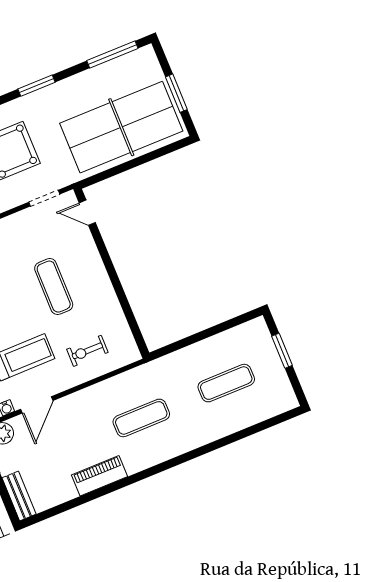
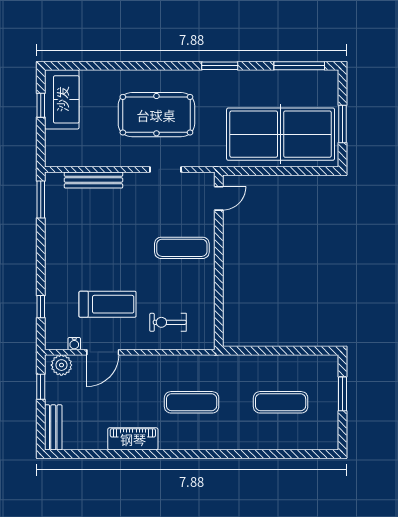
doorway: (44, 198) -> (166, 169), moved
door: (87, 213) -> (219, 198), swing flipped
exercise mat: (54, 287) -> (182, 248), moved, turned 90

